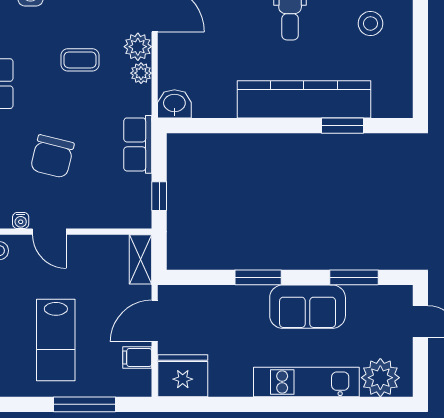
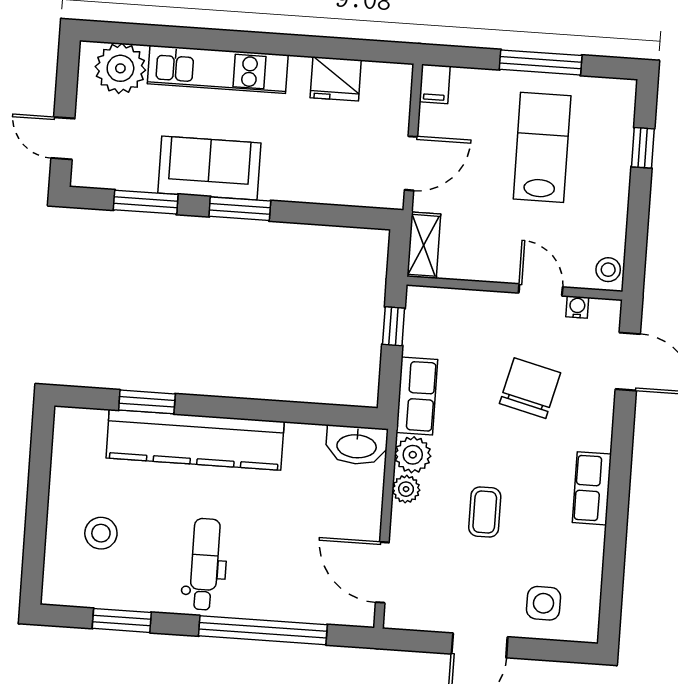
plant: (138, 47) -> (413, 455), moved
coffee table: (80, 60) -> (485, 512), turned 90
washbasin: (174, 104) -> (357, 445), width x1.38
window: (258, 277) -> (240, 209), moved
filing cabinet: (137, 358) -> (435, 84), moved, turned 90
fridge: (183, 376) -> (336, 79), moved, width x0.73, depth x0.75
window: (85, 404) -> (541, 62), moved

